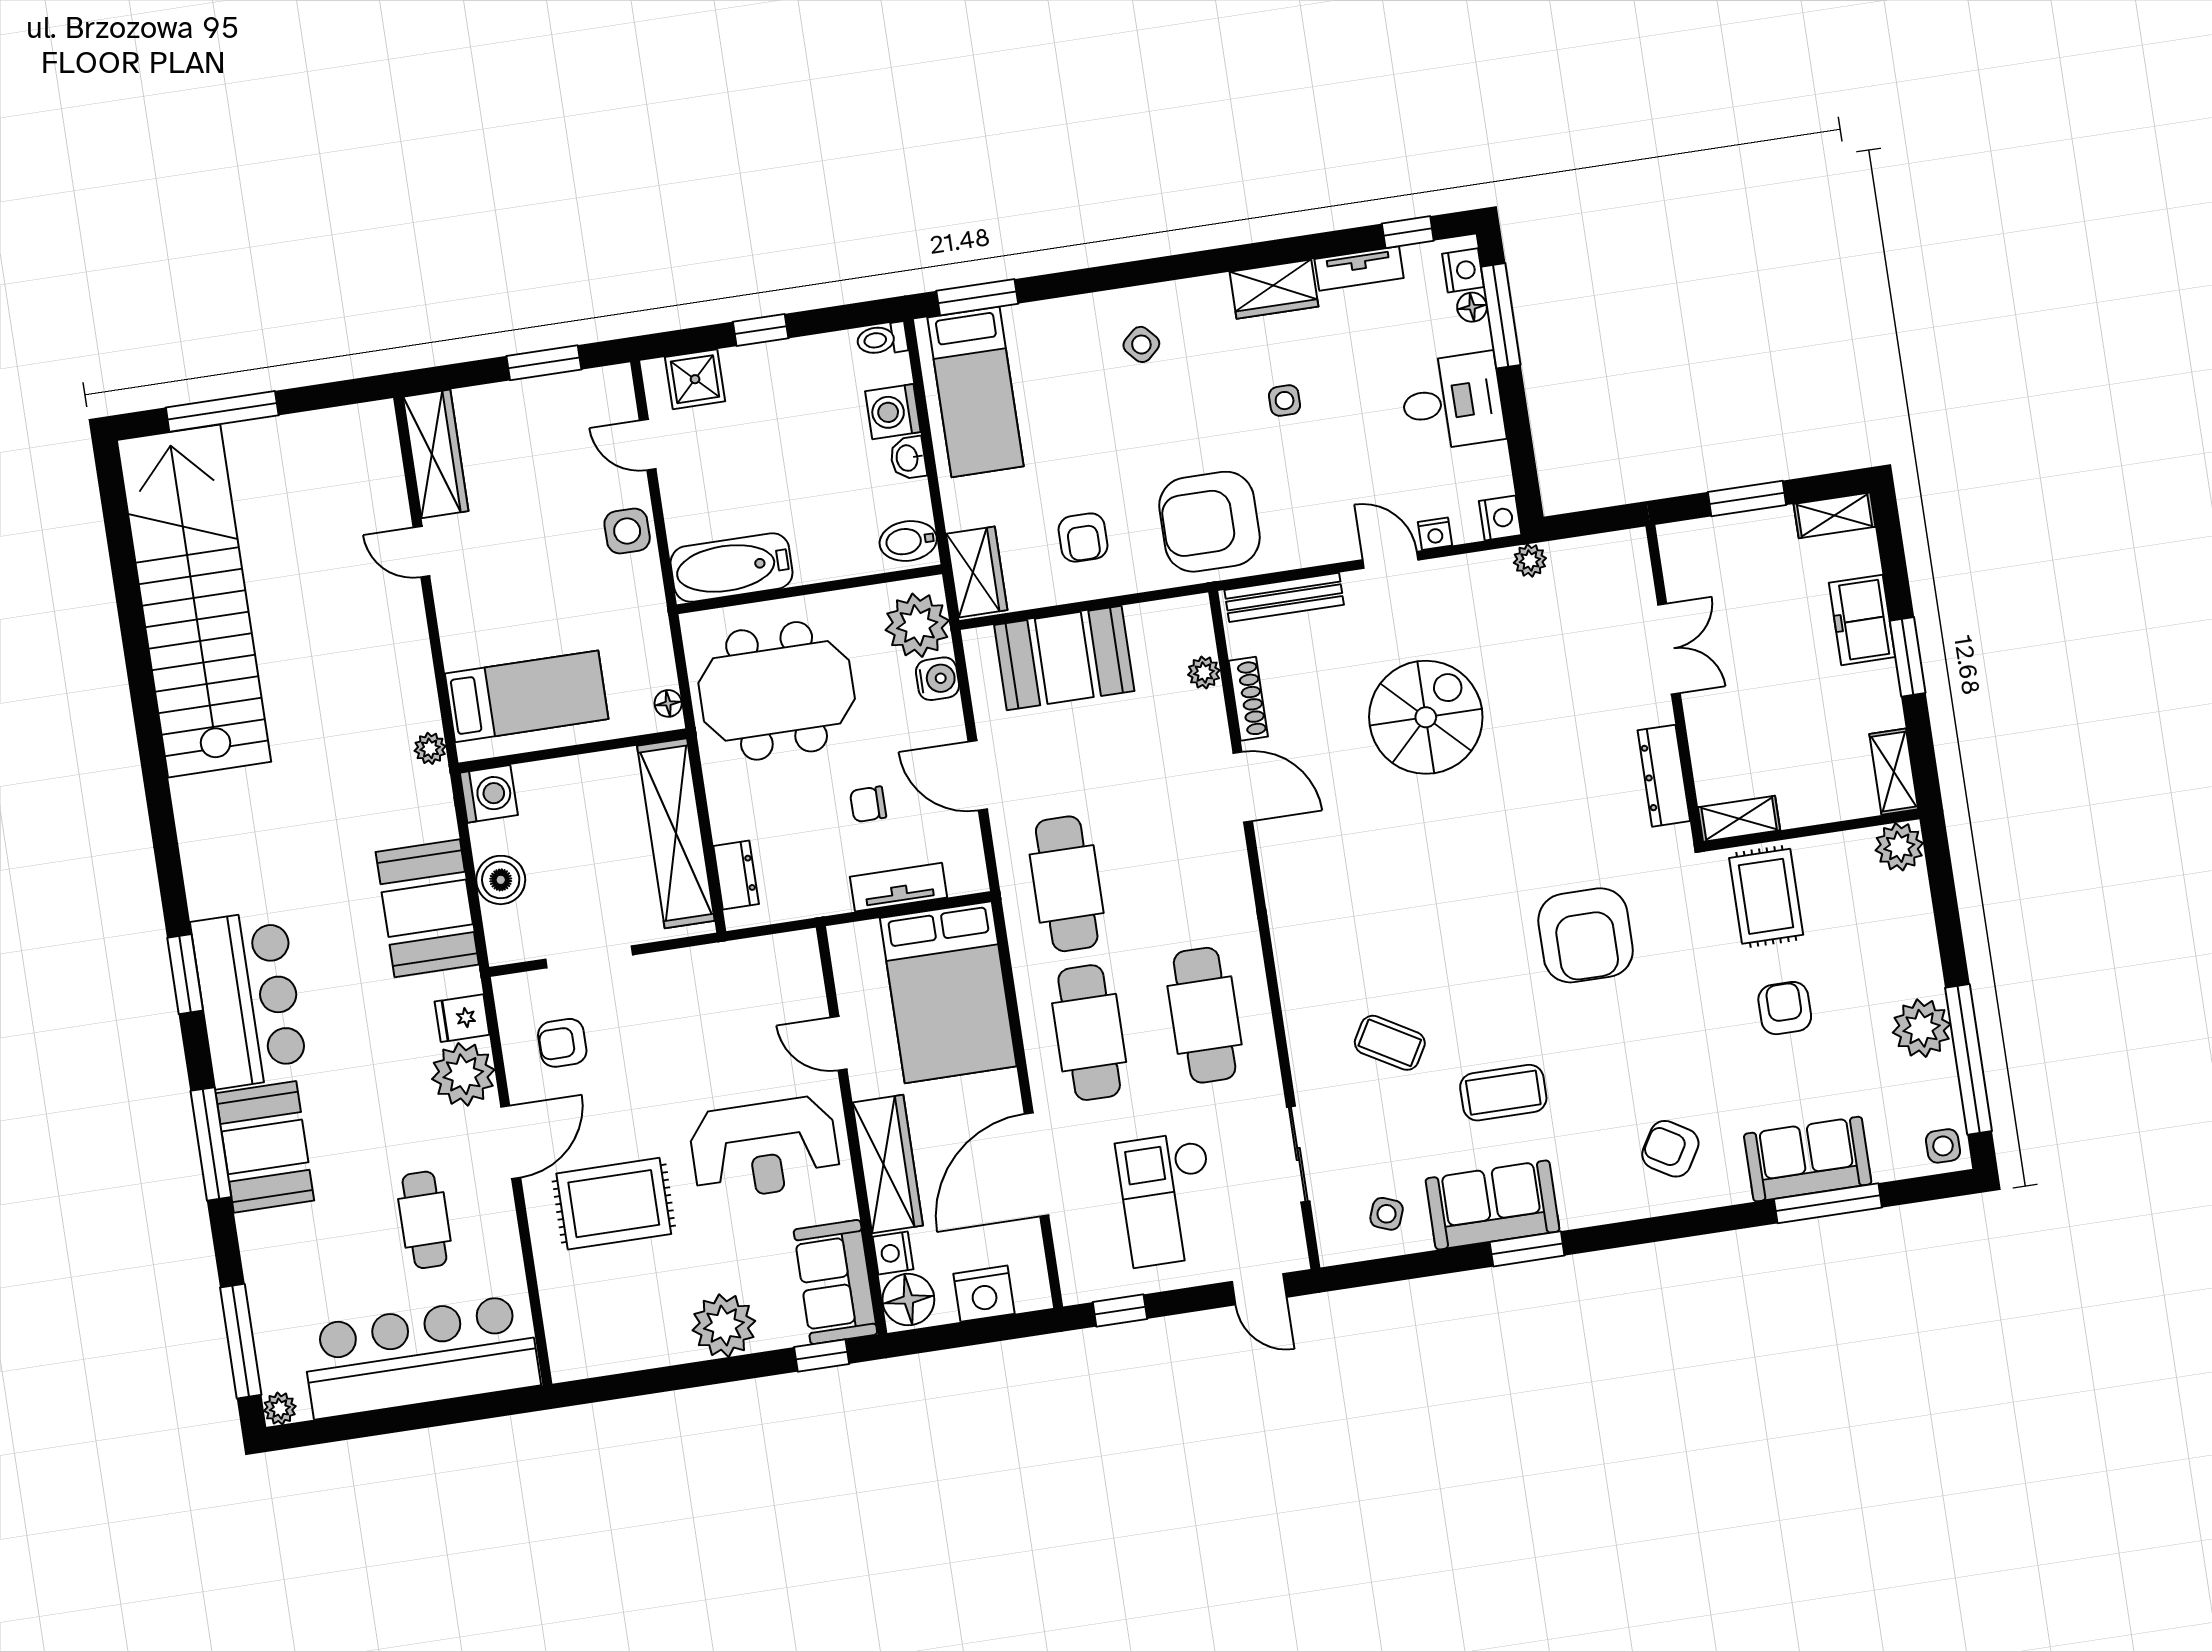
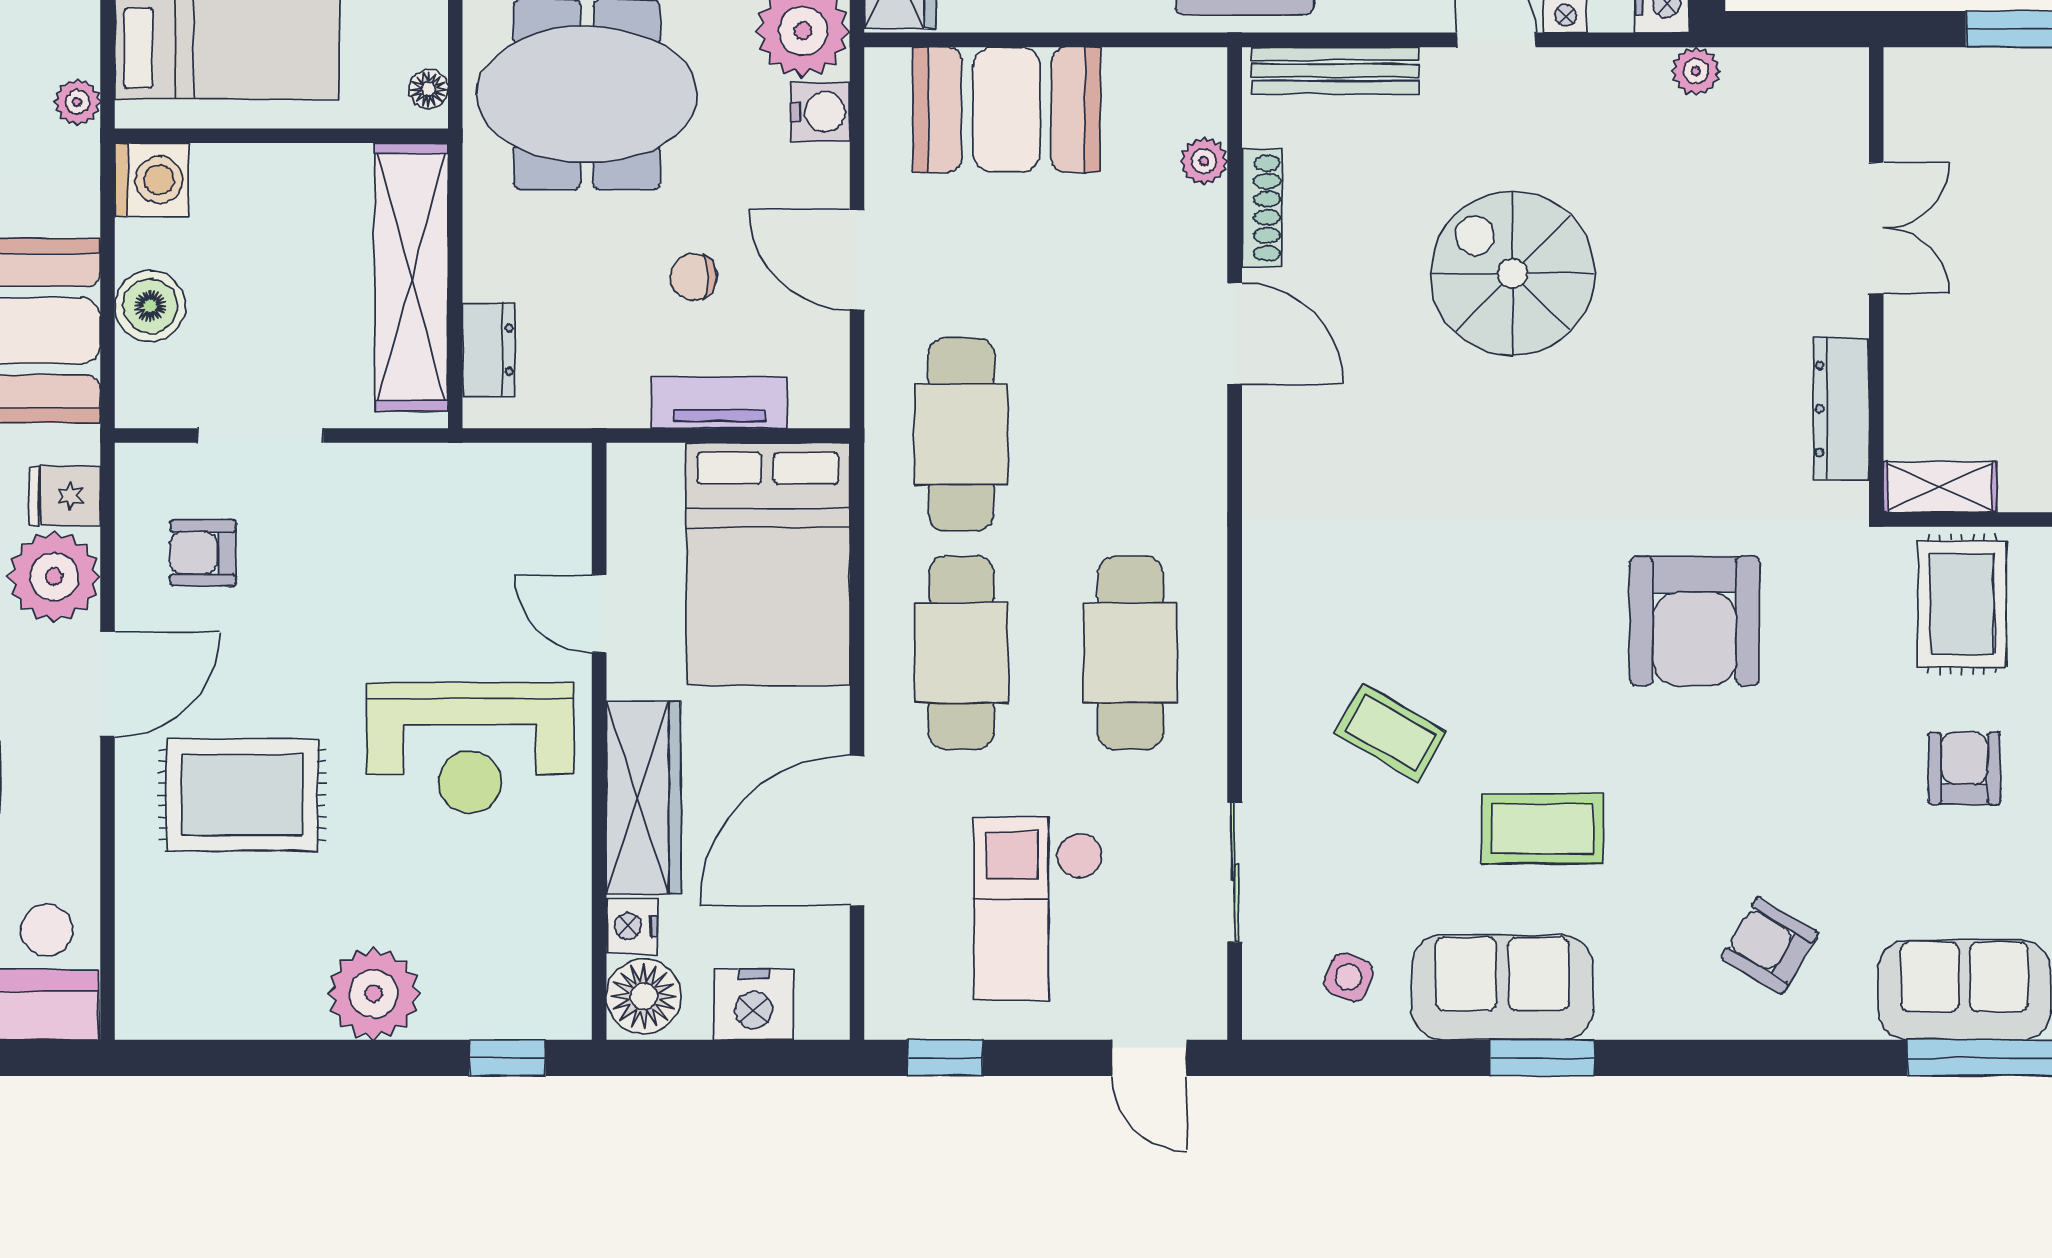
spiral stairs: (1426, 717) -> (1513, 273), turned -90
sofa: (835, 1282) -> (543, 955), removed

